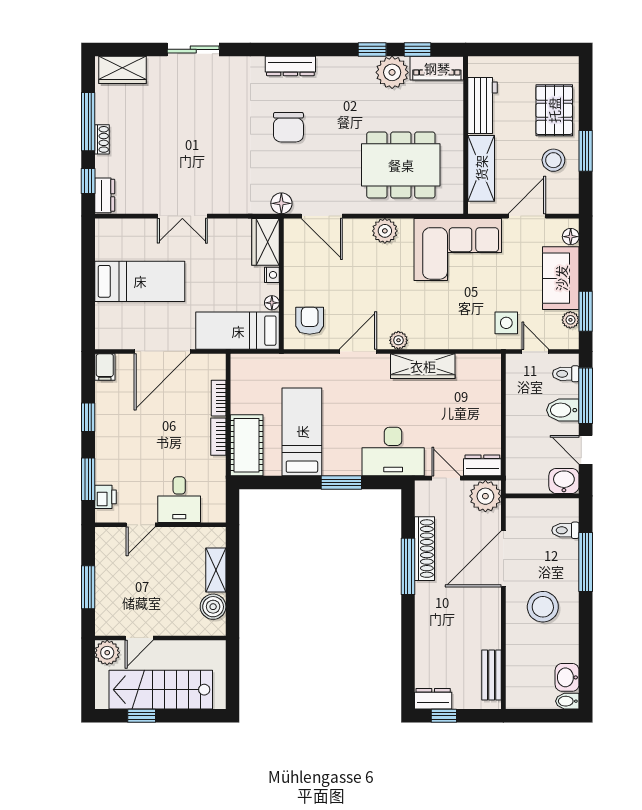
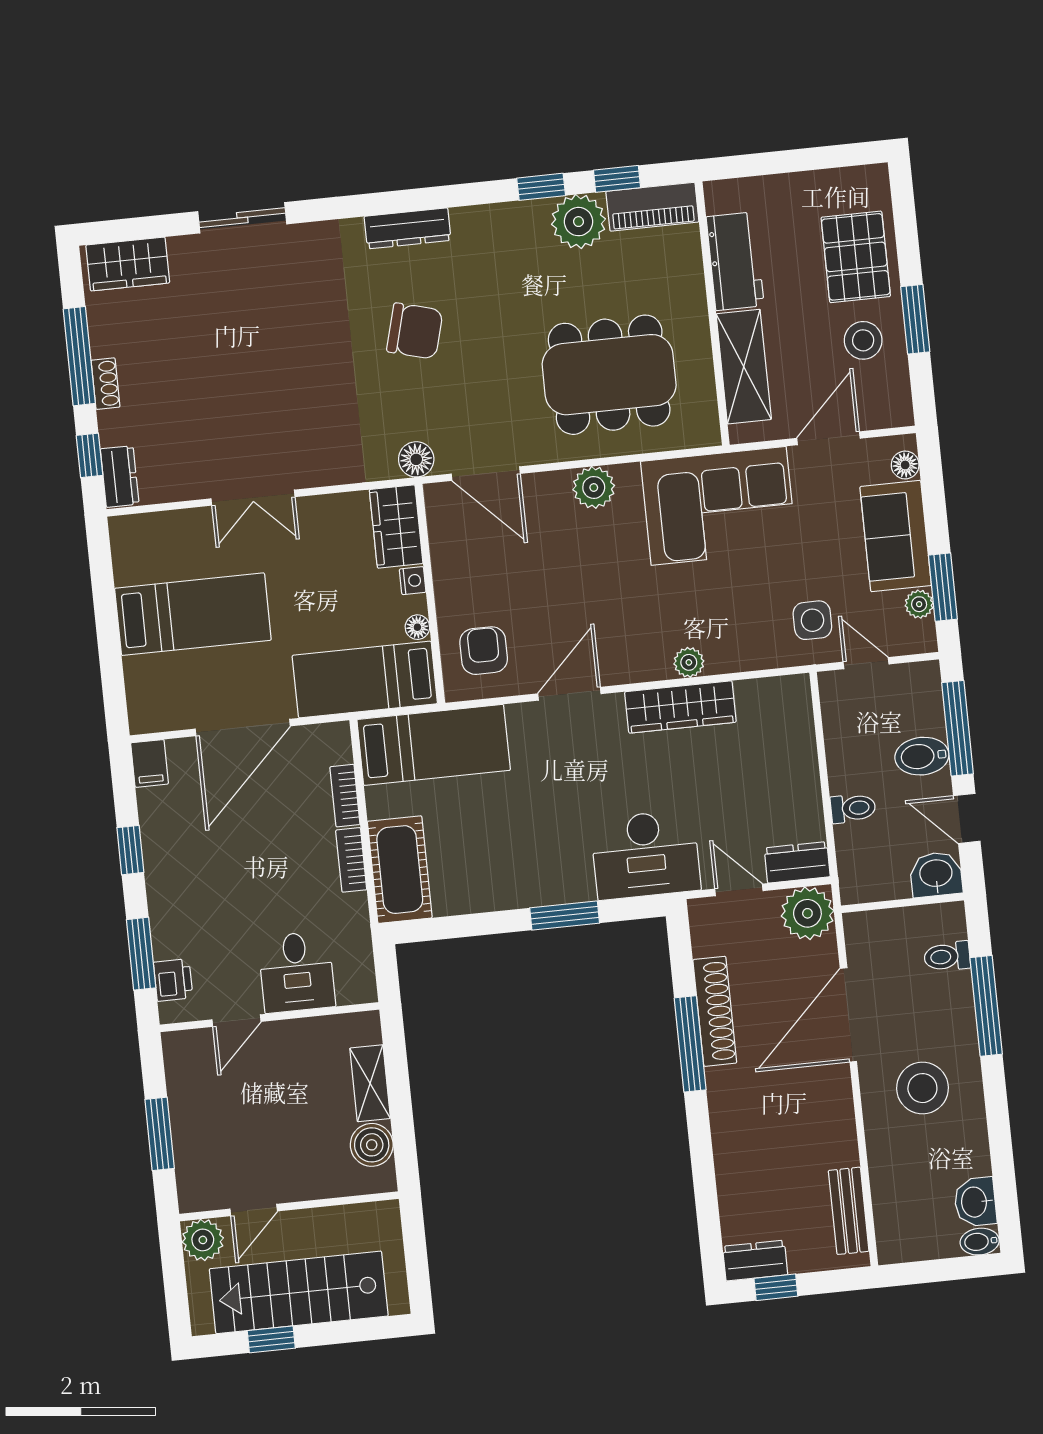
chair: (288, 127) -> (415, 331), turned -75
plant: (398, 340) -> (689, 662), moved
toilet: (566, 374) -> (853, 808), moved, turned 180
bed: (302, 432) -> (434, 745), moved, turned 90

